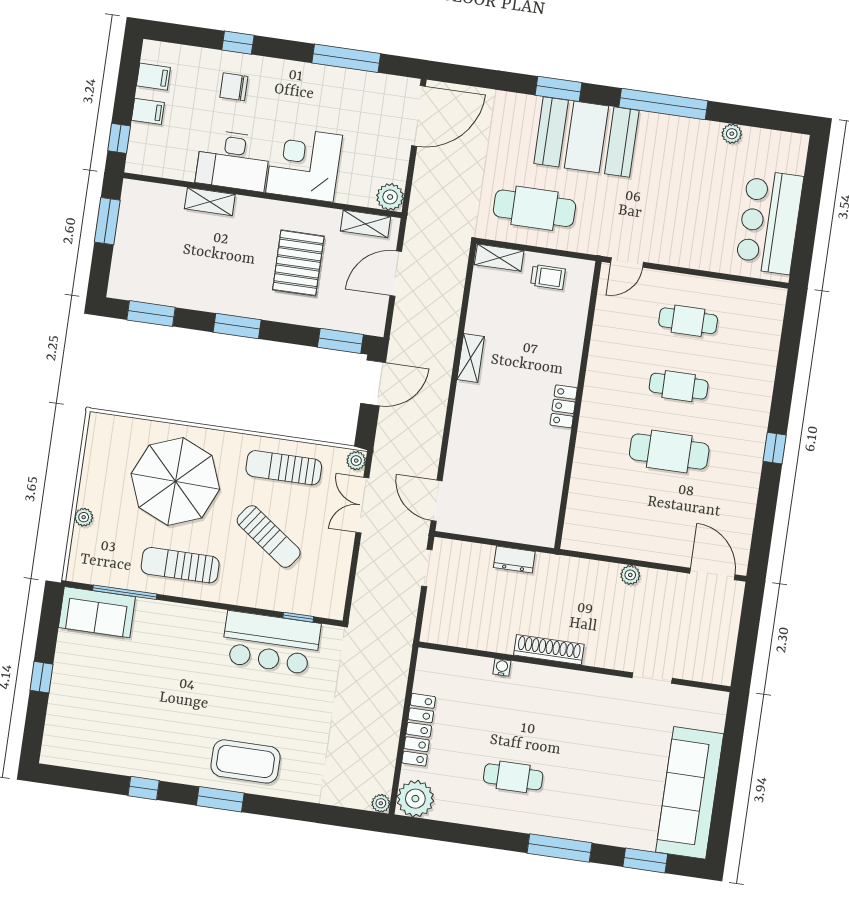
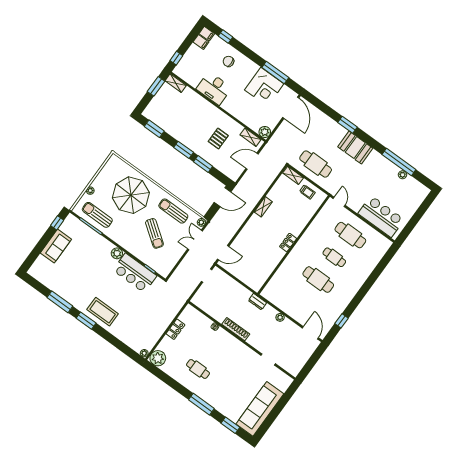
window: (238, 43) -> (225, 36), moved
window: (663, 104) -> (399, 162), moved
filing cabinet: (148, 111) -> (207, 34), moved
door: (418, 116) -> (291, 108), hinge flipped
booth: (586, 137) -> (355, 148), width x0.73, depth x0.70
corner desk: (304, 164) -> (264, 87), moved, turned 180
shelving: (210, 202) -> (176, 83), moved
bar counter: (769, 222) -> (381, 217), moved, turned 90
pallet: (298, 263) -> (218, 139), width x0.67, depth x0.71
door: (627, 263) -> (339, 202), swing flipped
cafe table: (688, 321) -> (350, 235), width x1.37, depth x1.35
window: (340, 341) -> (203, 164), moved
window: (775, 448) -> (341, 321), moved
door: (437, 501) -> (223, 253), swing flipped
dresser: (514, 559) -> (257, 302), moved
sun lounger: (180, 565) -> (97, 215), moved
sofa: (97, 612) -> (56, 246), moved, turned -90
plant: (211, 621) -> (117, 253), added
window: (41, 677) -> (57, 223), moved
locker: (419, 730) -> (175, 329), width x0.66
window: (144, 788) -> (60, 302), width x2.17

